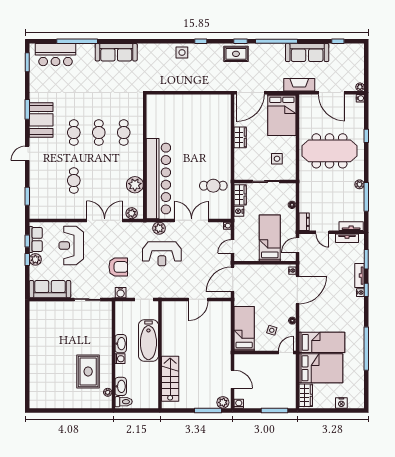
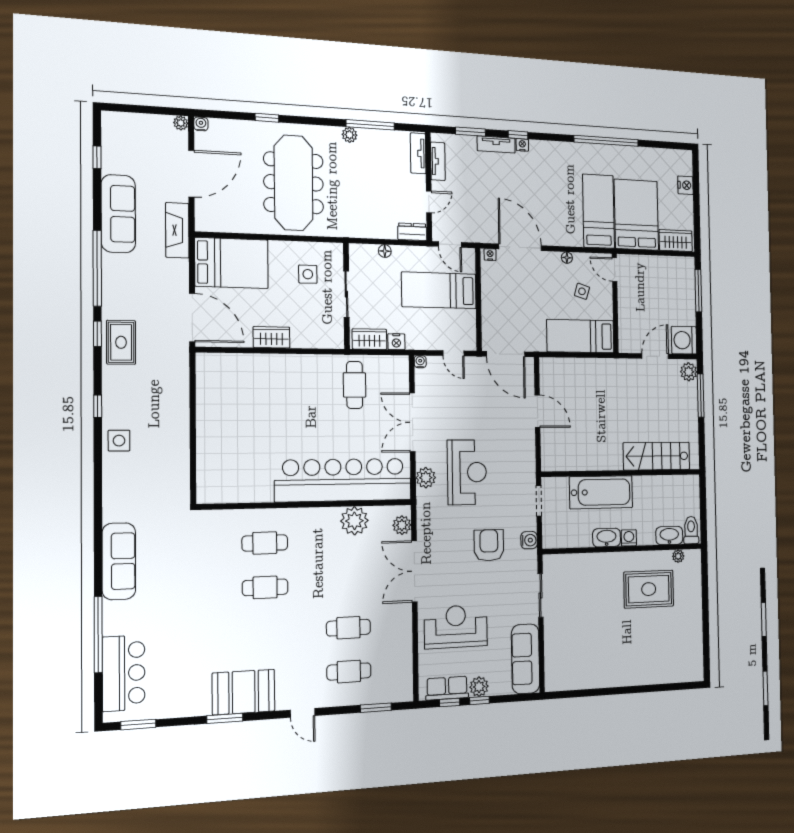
cafe table: (74, 133) -> (349, 672), moved
reception desk: (71, 246) -> (456, 627), turned 180
washing machine: (239, 404) -> (684, 340), width x1.89, depth x1.89

